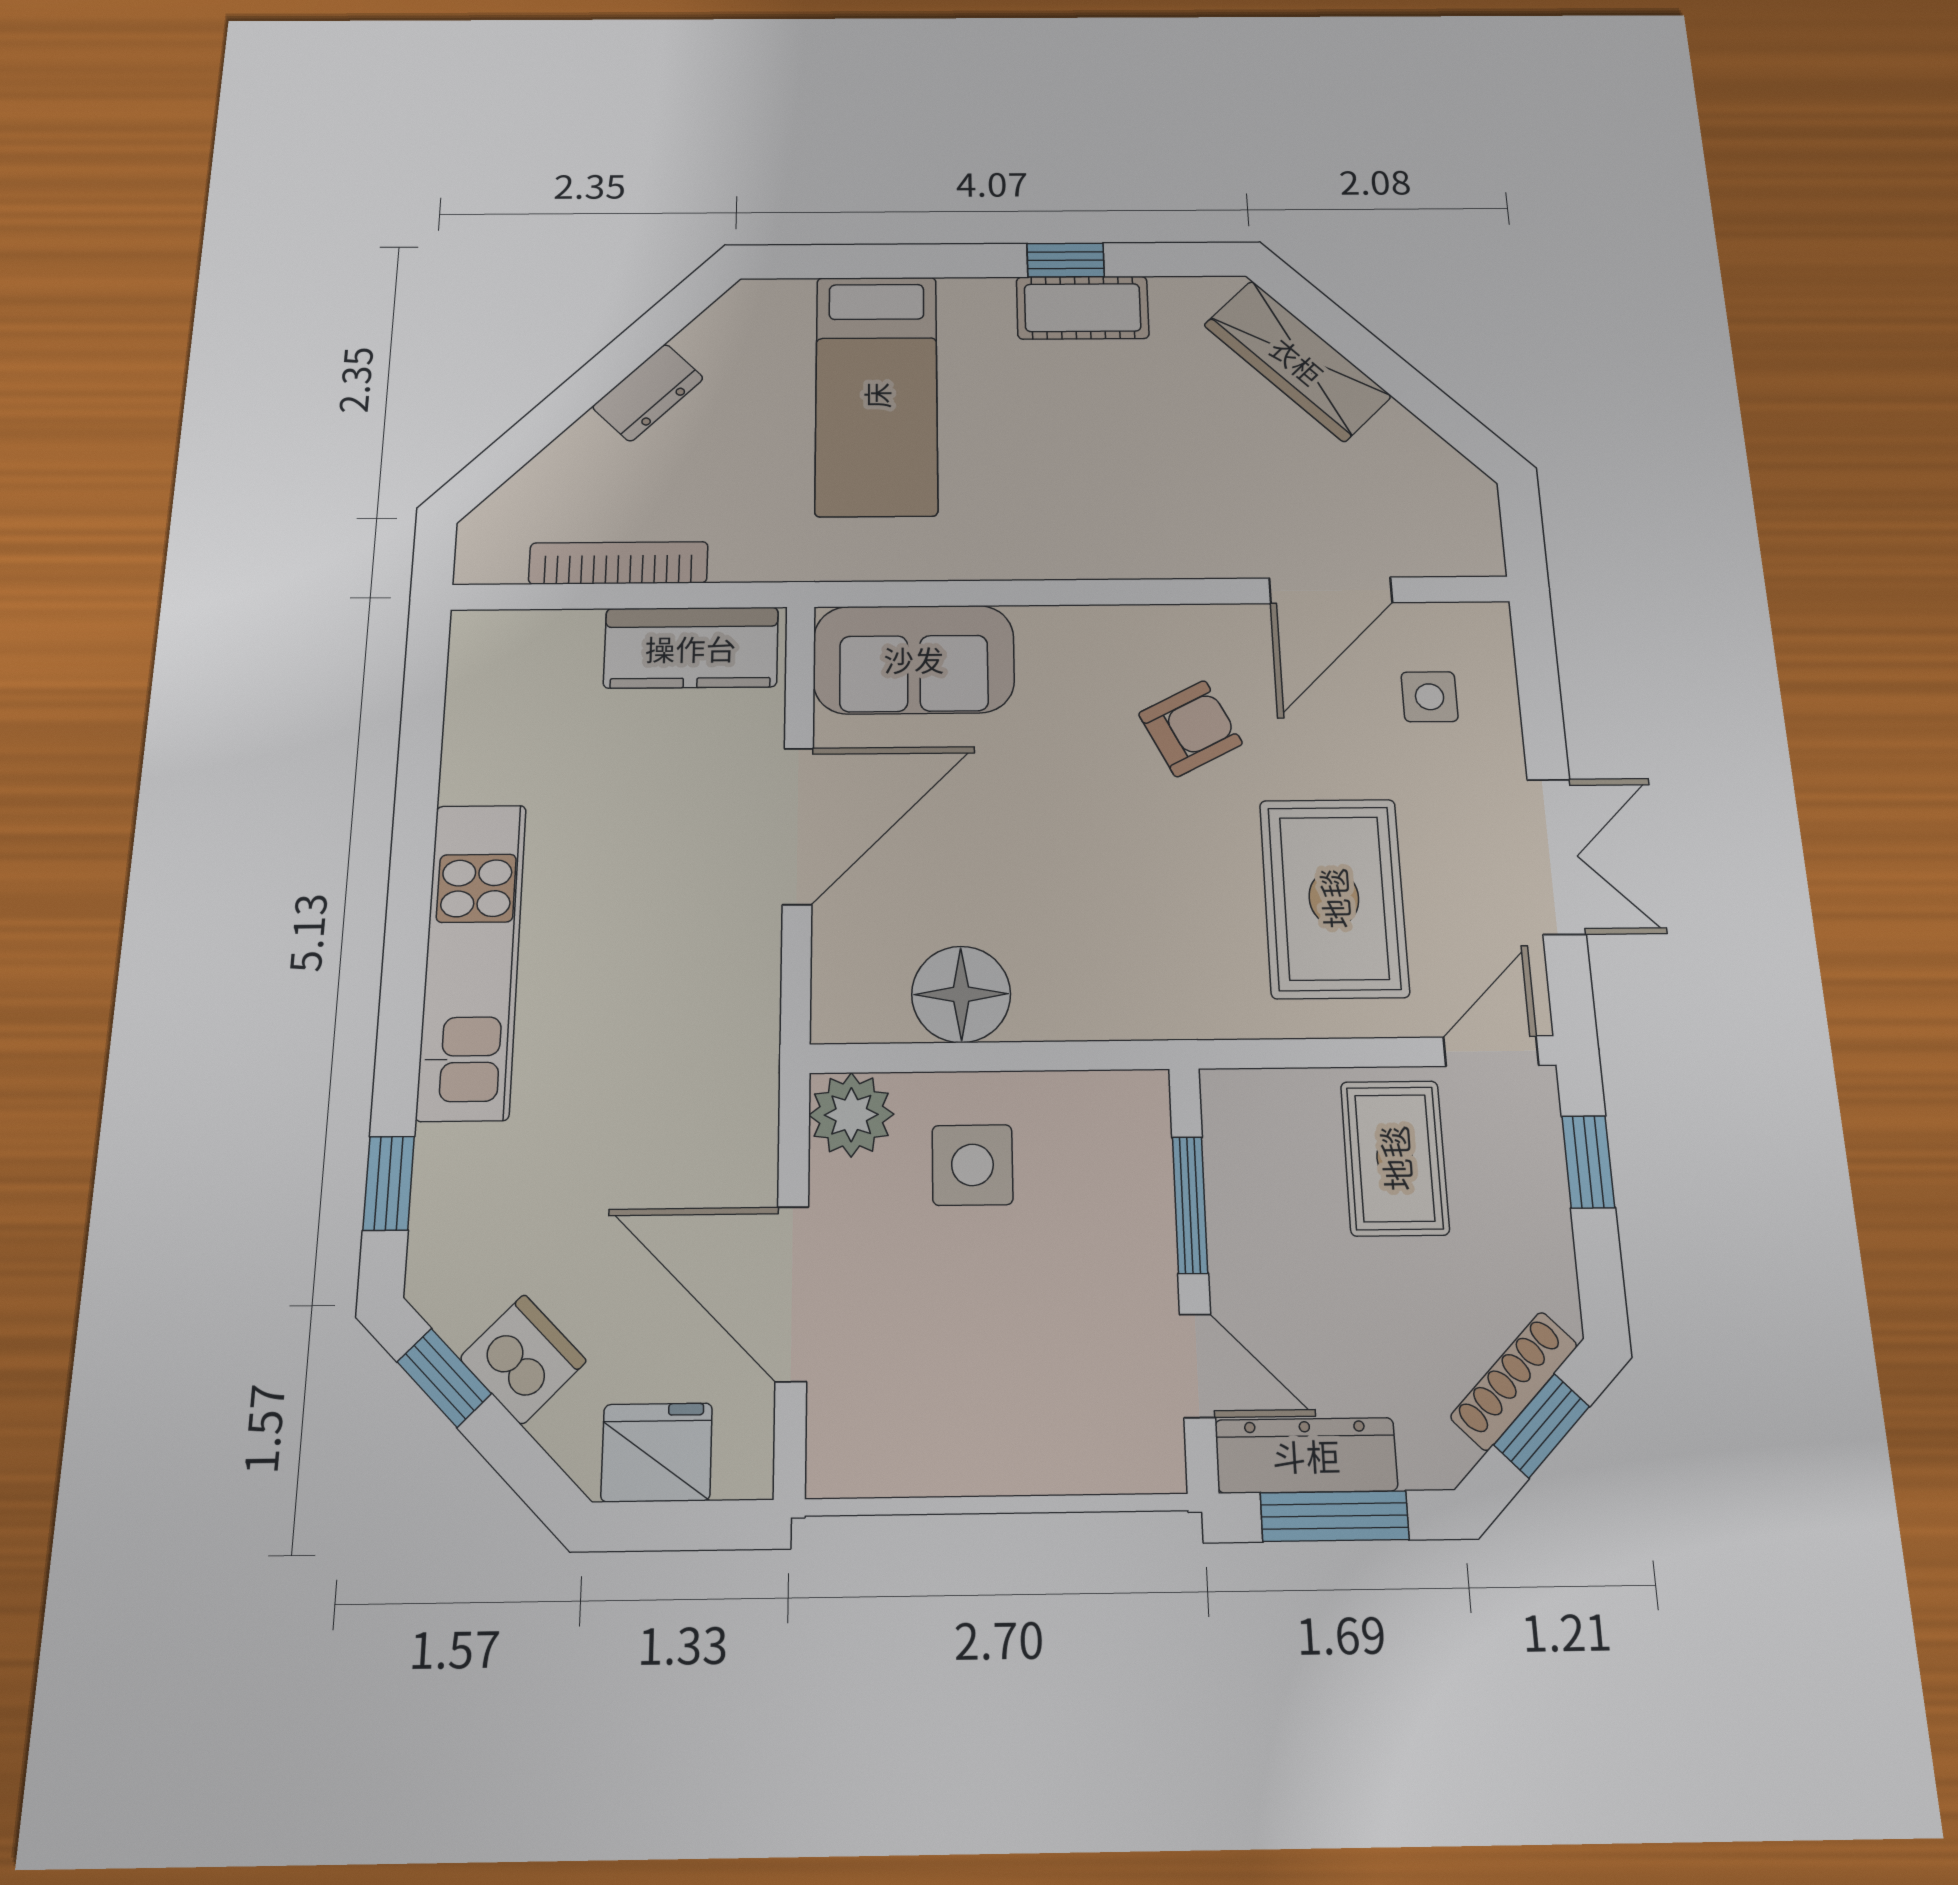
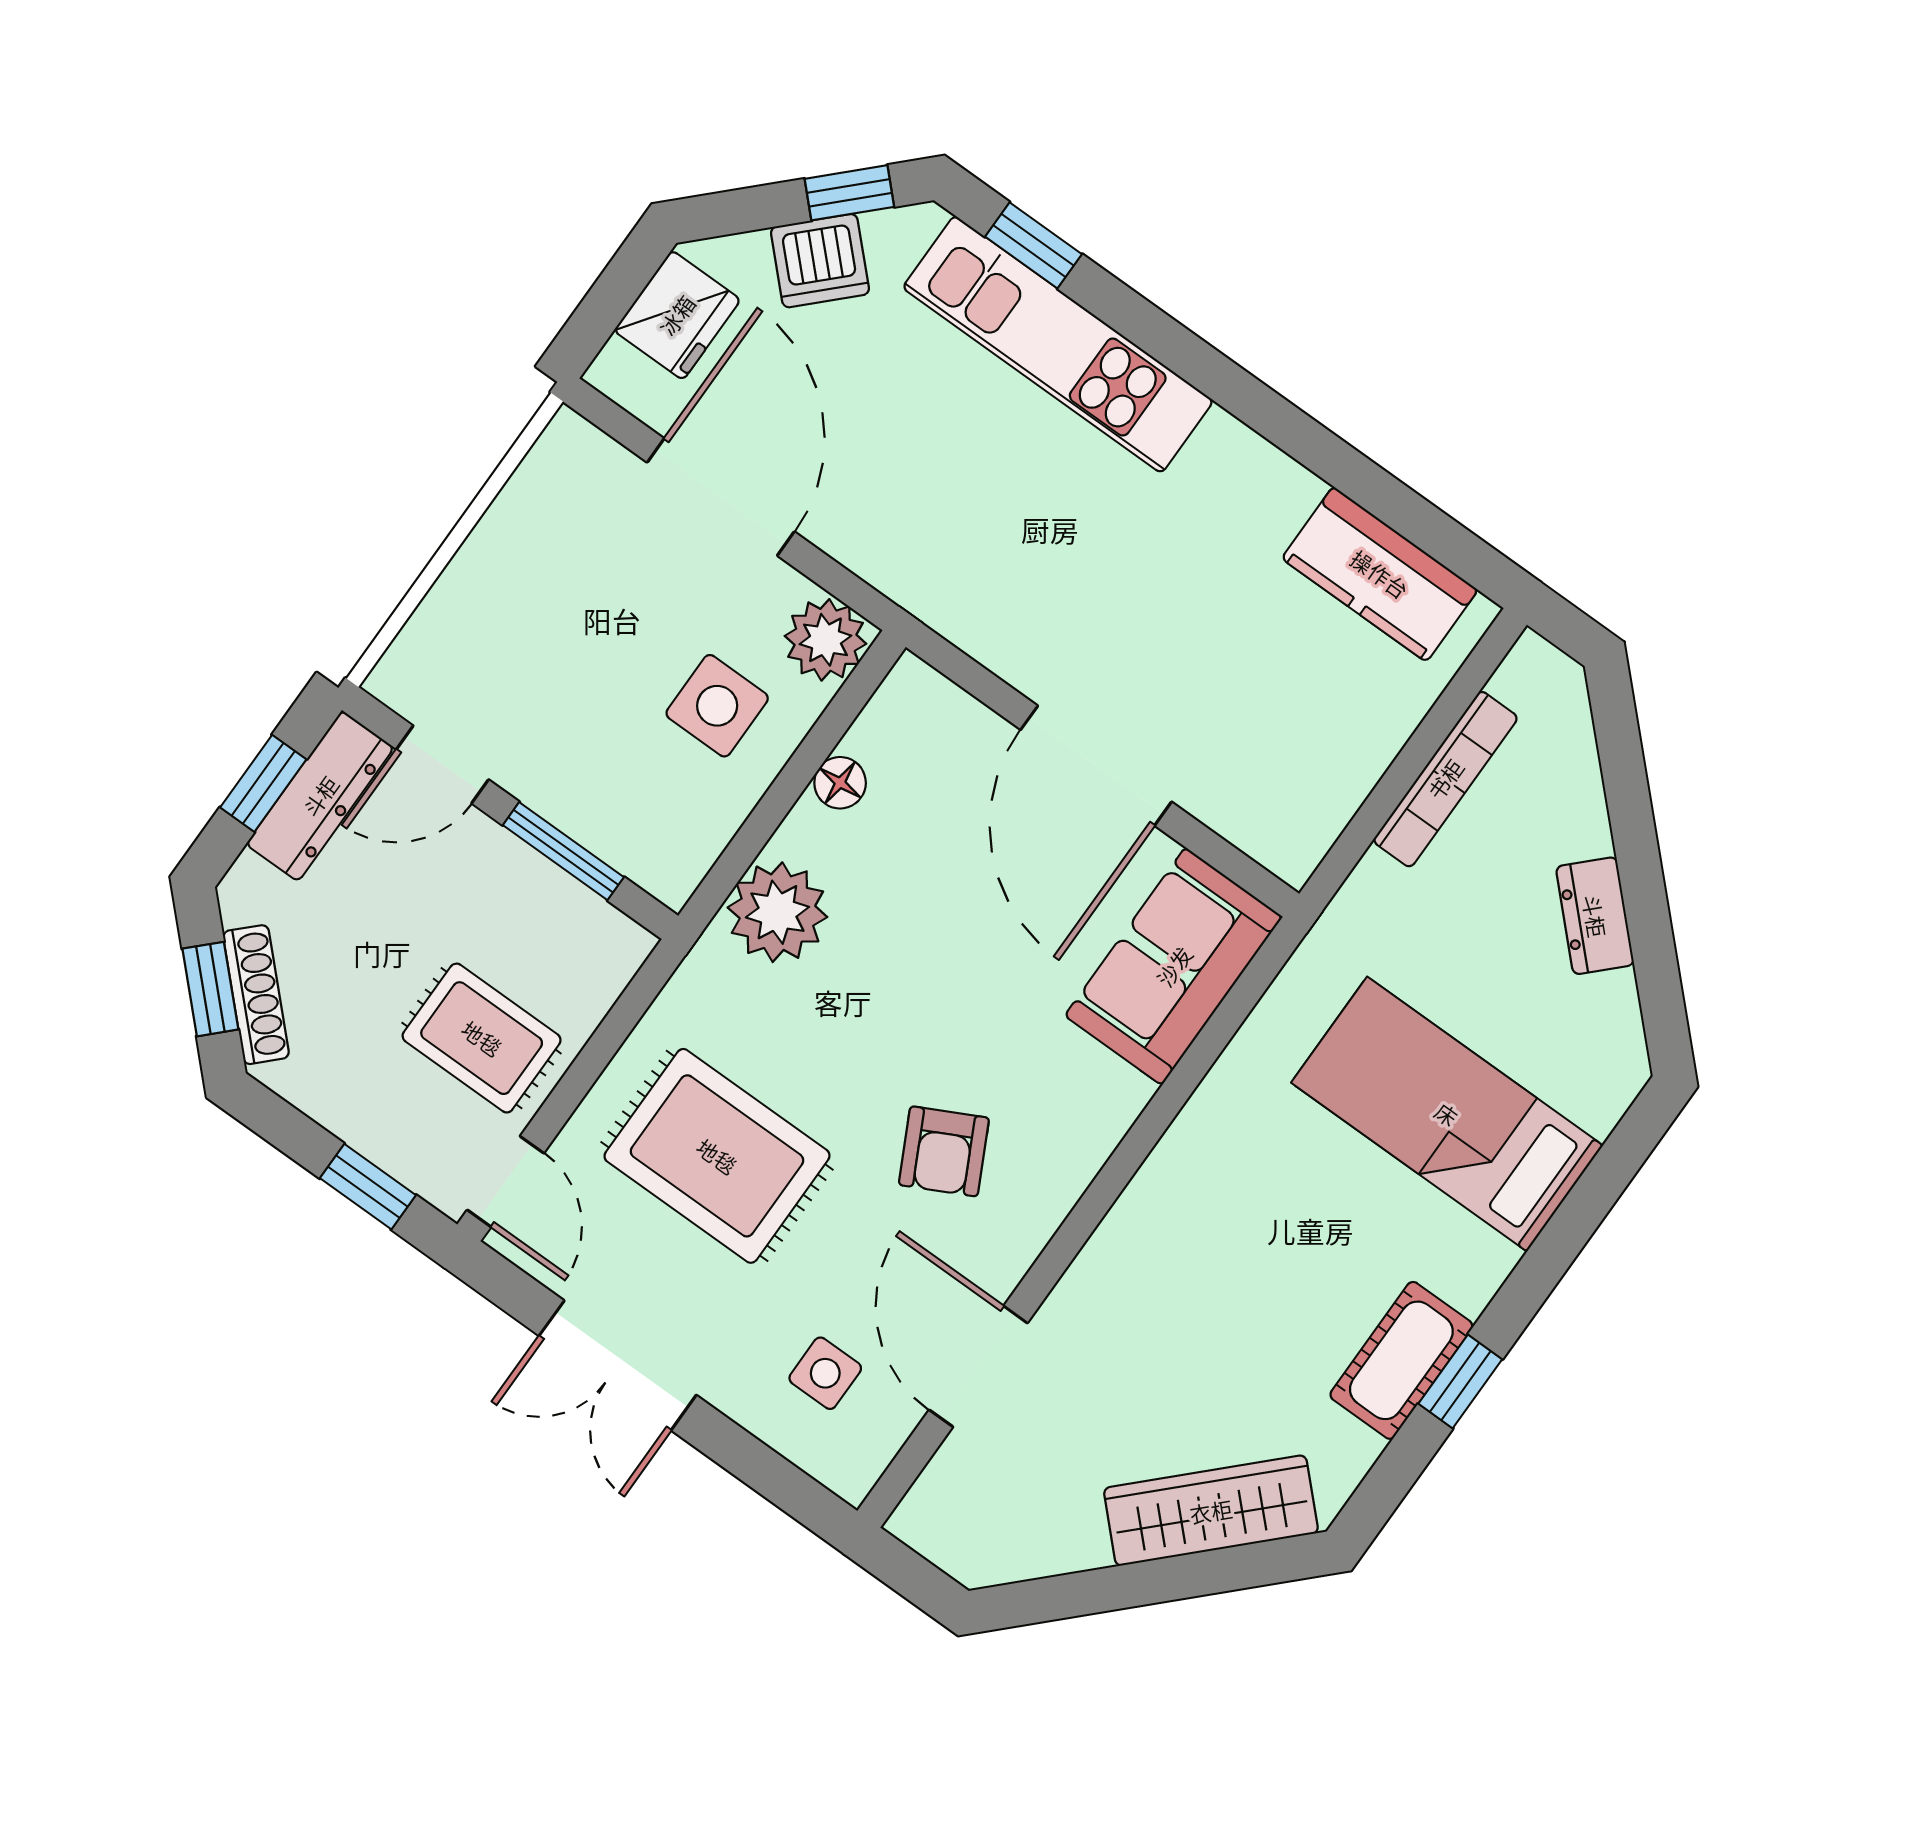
kitchen counter: (691, 648) -> (1380, 574), moved, turned -90
kitchen unit: (472, 960) -> (1058, 344), moved
plant: (1104, 991) -> (777, 912), added
floor lamp: (961, 994) -> (840, 783), width x0.53, depth x0.53
door: (792, 1293) -> (721, 497), hinge flipped
window: (1335, 1516) -> (263, 783), width x0.67

